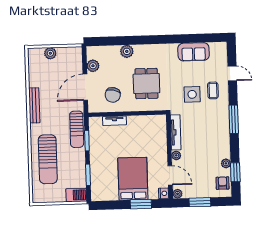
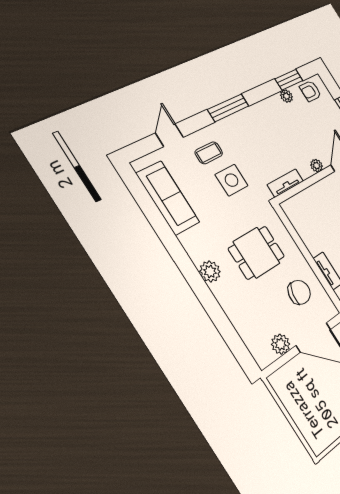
plant: (127, 51) -> (210, 271), moved
sofa: (193, 52) -> (168, 198), width x1.36
plant: (50, 53) -> (302, 419), removed
tv unit: (176, 132) -> (285, 183), width x0.71

